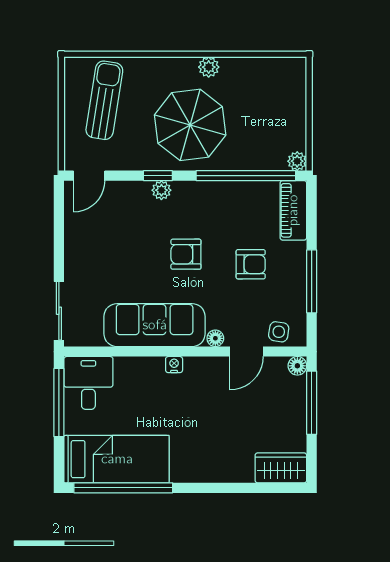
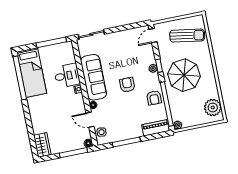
plant: (209, 67) -> (213, 107), moved, width x1.88, depth x1.88
door: (89, 176) -> (153, 36), hinge flipped
armchair: (251, 264) -> (154, 98), moved
desk: (88, 383) -> (67, 76), moved

